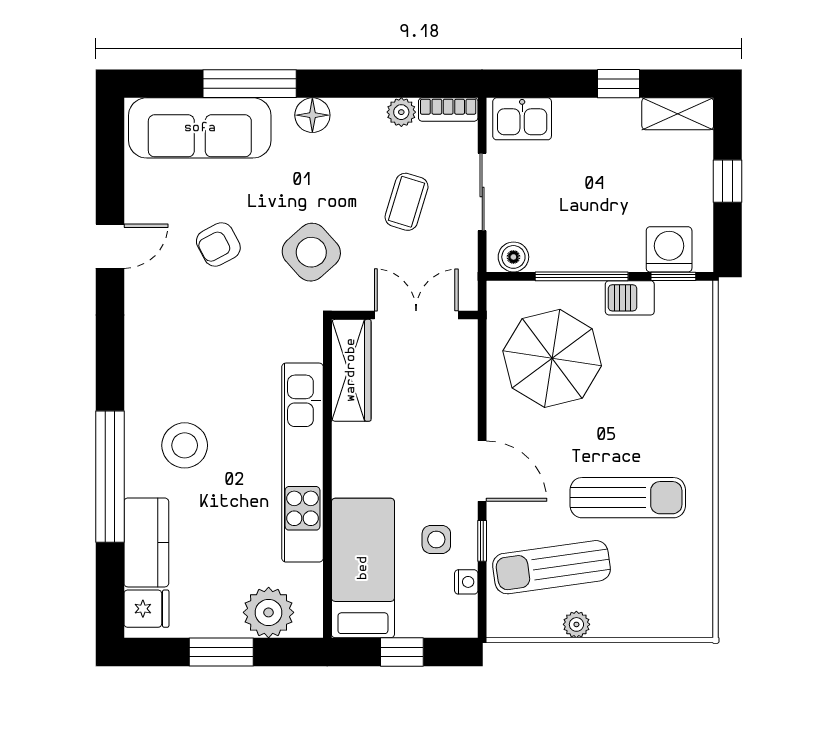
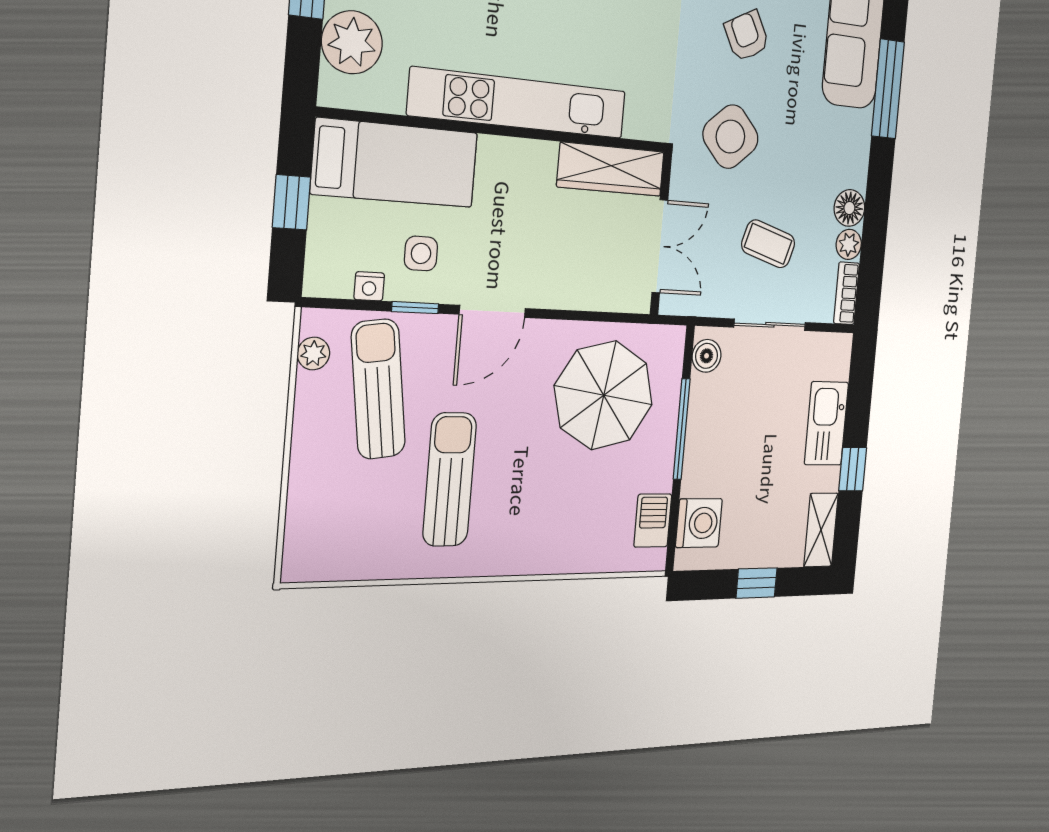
floor lamp: (312, 115) -> (849, 208), moved
kitchen sink: (522, 119) -> (826, 423), moved, width x1.38
window: (673, 276) -> (673, 528), removed
barbecue: (630, 298) -> (653, 521), moved
sun lounger: (628, 498) -> (450, 479), turned 180
plant: (576, 624) -> (313, 354), moved

